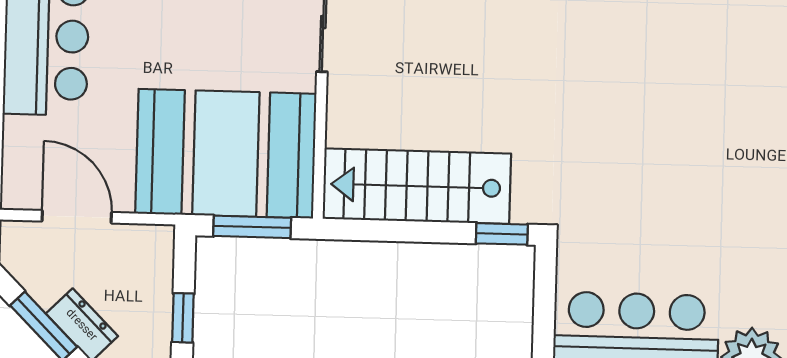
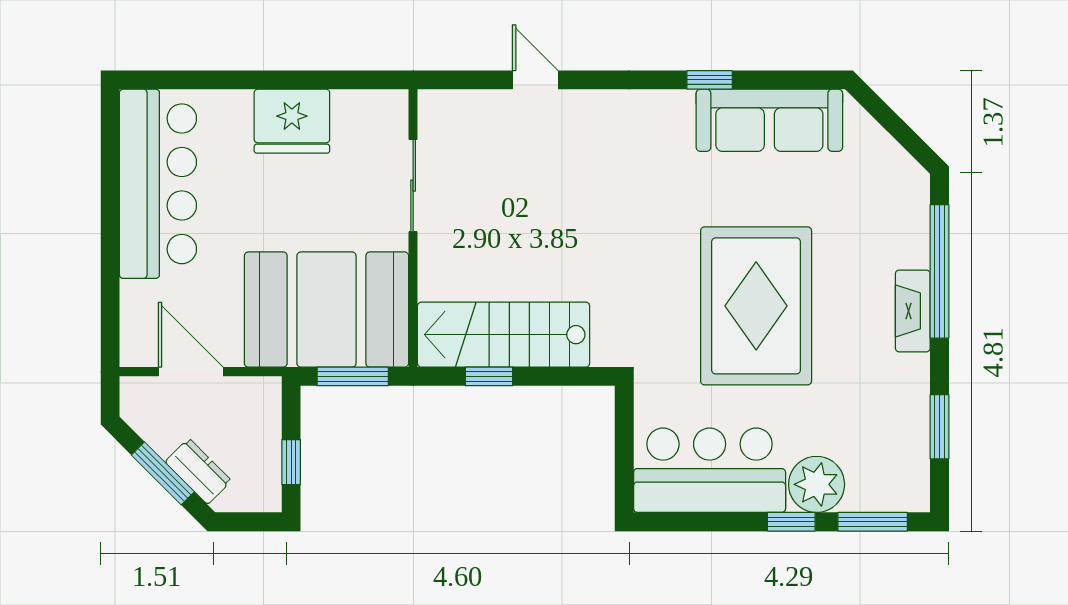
rug: (691, 163) -> (756, 306), added
window: (502, 234) -> (489, 376), moved

